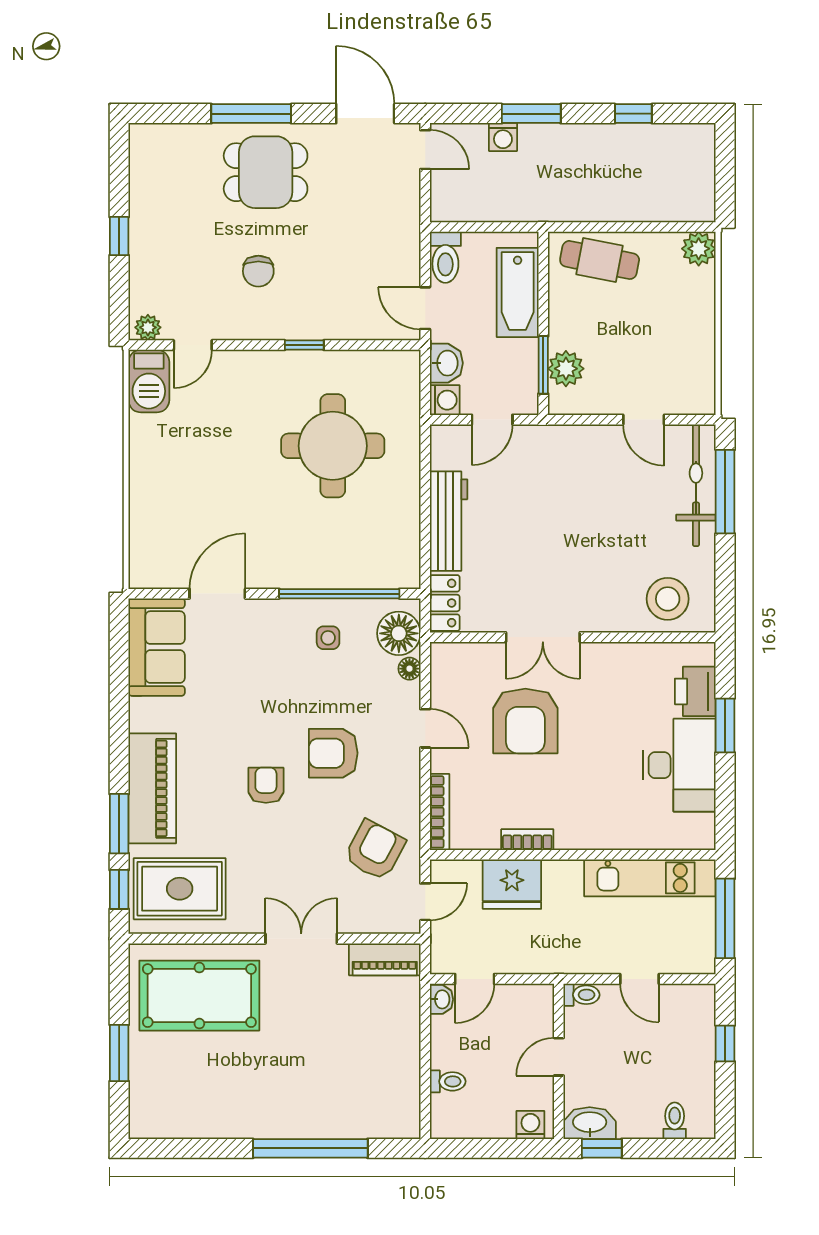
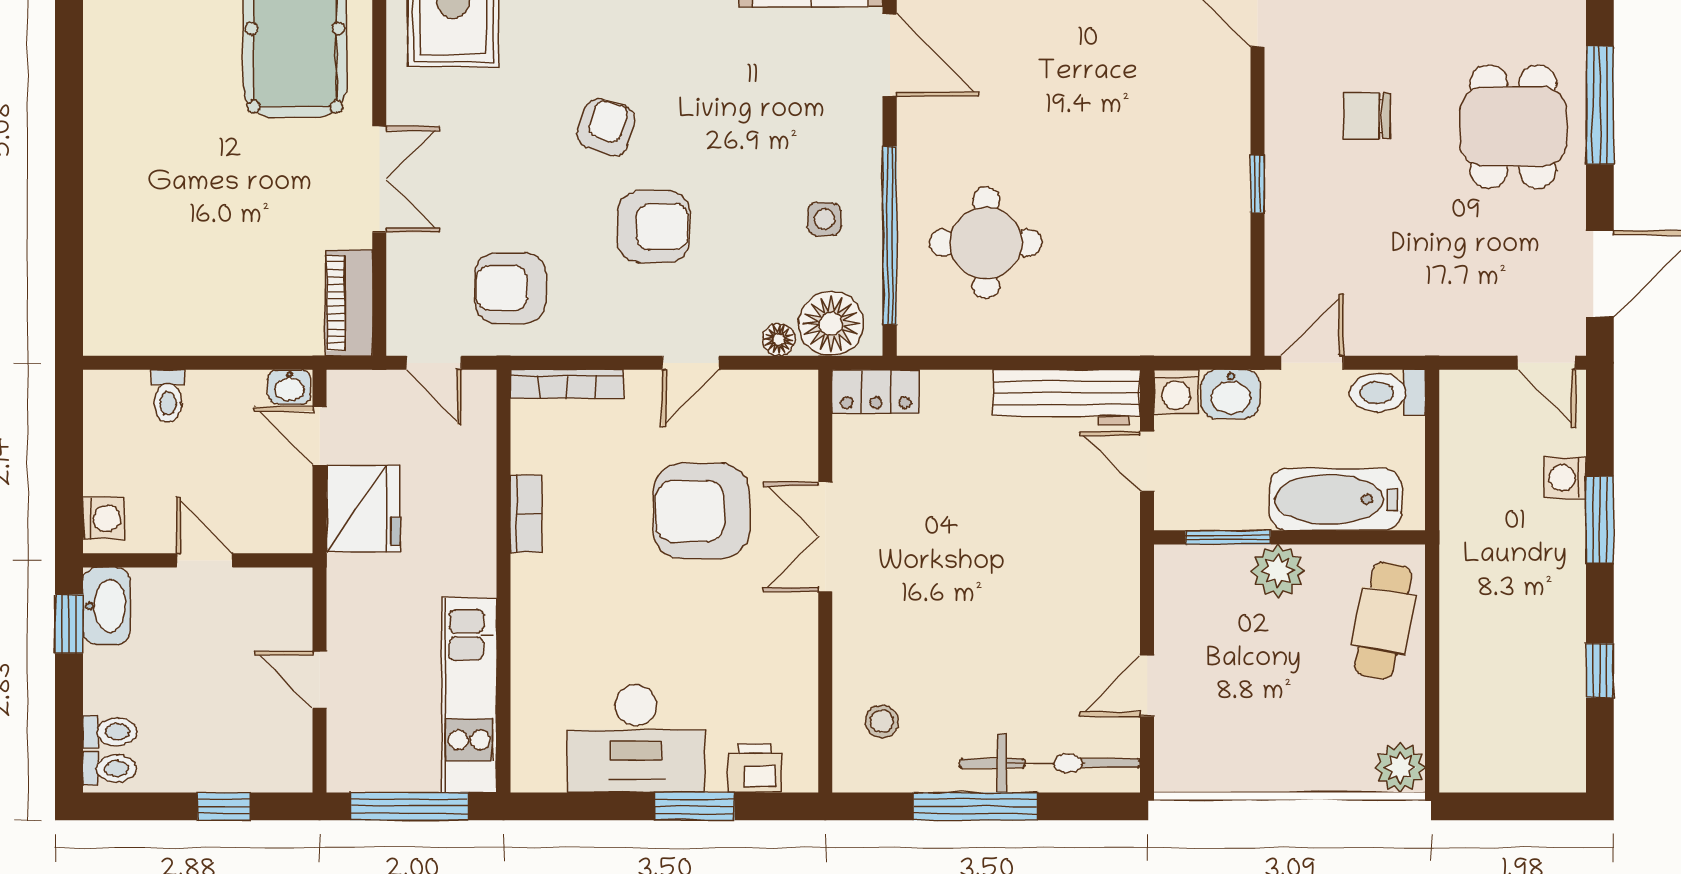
door: (425, 150) -> (1547, 363), hinge flipped
plant: (566, 369) -> (1278, 571), moved
round table: (333, 446) -> (986, 243), moved, width x0.73, depth x0.73
window: (725, 492) -> (975, 806), moved
workbench: (449, 521) -> (1067, 397), moved
stool: (668, 599) -> (882, 721), width x0.53, depth x0.53
printer: (695, 691) -> (755, 768), width x0.73, depth x0.81
armchair: (333, 753) -> (654, 227), turned 90
armchair: (266, 785) -> (606, 127), turned -72
armchair: (375, 850) -> (510, 288), turned 152
fridge: (512, 884) -> (363, 509), moved, turned 180
door: (639, 979) -> (320, 680), hinge flipped
toilet: (582, 995) -> (109, 768), moved, turned -90
window: (310, 1148) -> (69, 193), removed

